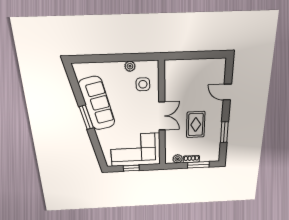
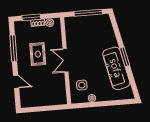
window: (224, 132) -> (13, 48), width x1.44
corner sofa: (136, 150) -> (85, 30), removed
window: (131, 168) -> (88, 13), width x2.17

